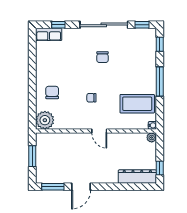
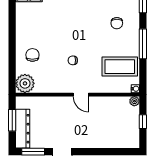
chair: (102, 57) -> (117, 23), moved
window: (160, 168) -> (143, 122), moved
dresser: (137, 177) -> (23, 129), moved, turned 90

